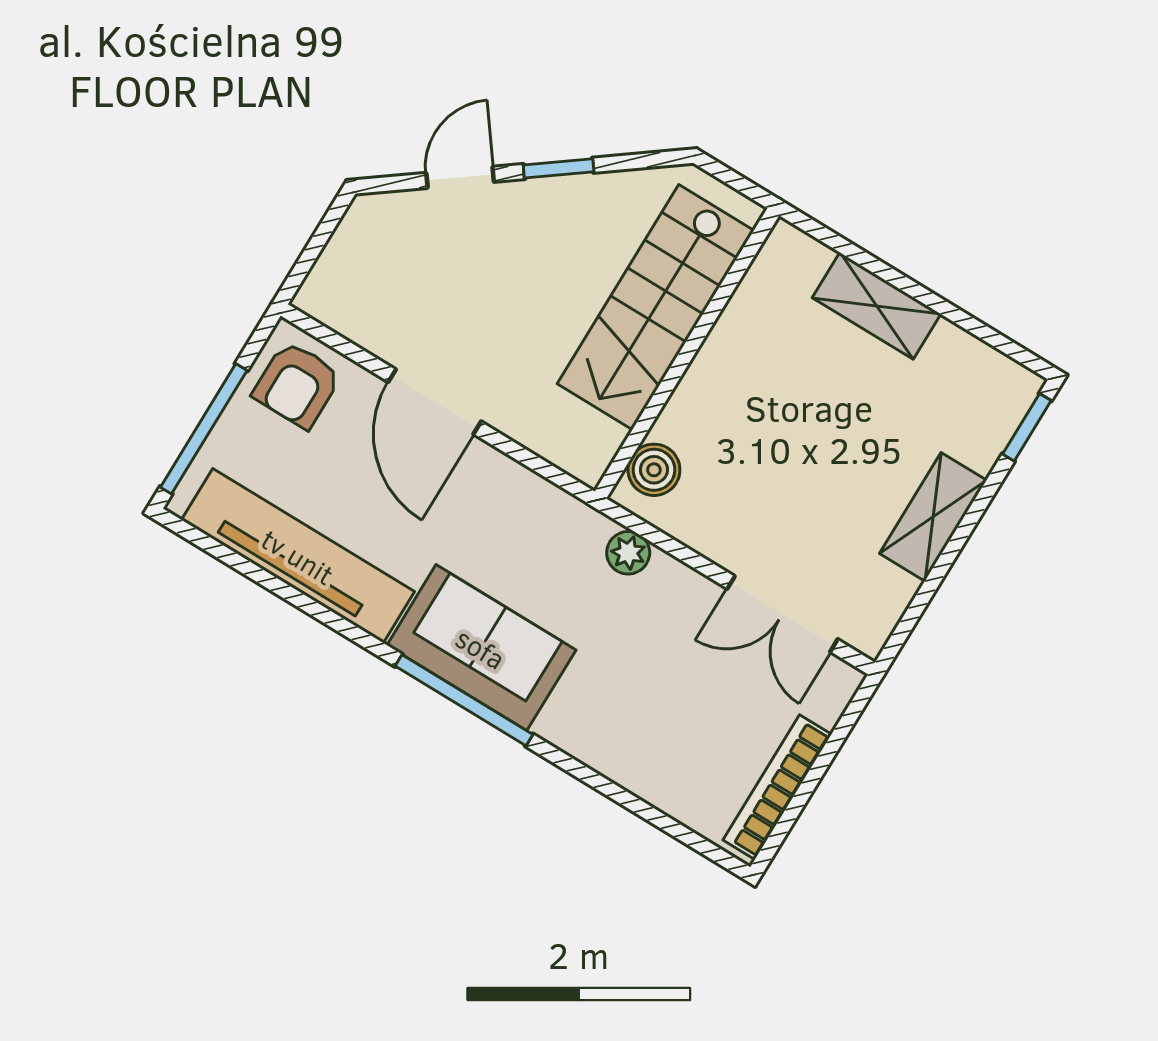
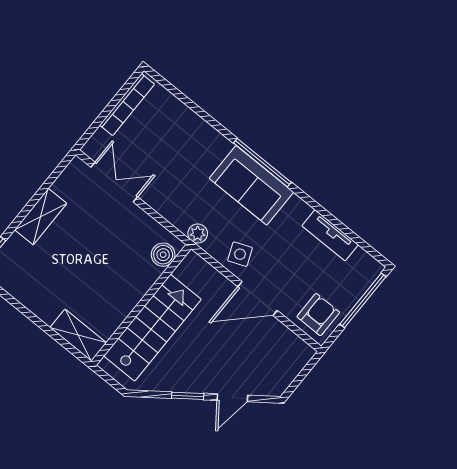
shelving: (877, 306) -> (78, 335), moved
door: (435, 402) -> (257, 299), swing flipped
side table: (486, 494) -> (240, 254), added
plant: (628, 553) -> (198, 234), moved
tv unit: (298, 556) -> (330, 235), width x0.52, depth x0.78

